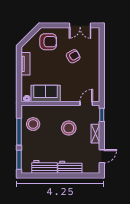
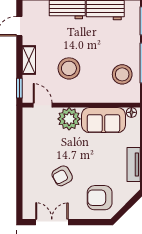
plant: (69, 94) -> (69, 119), added
door: (86, 103) -> (43, 105), swing flipped

